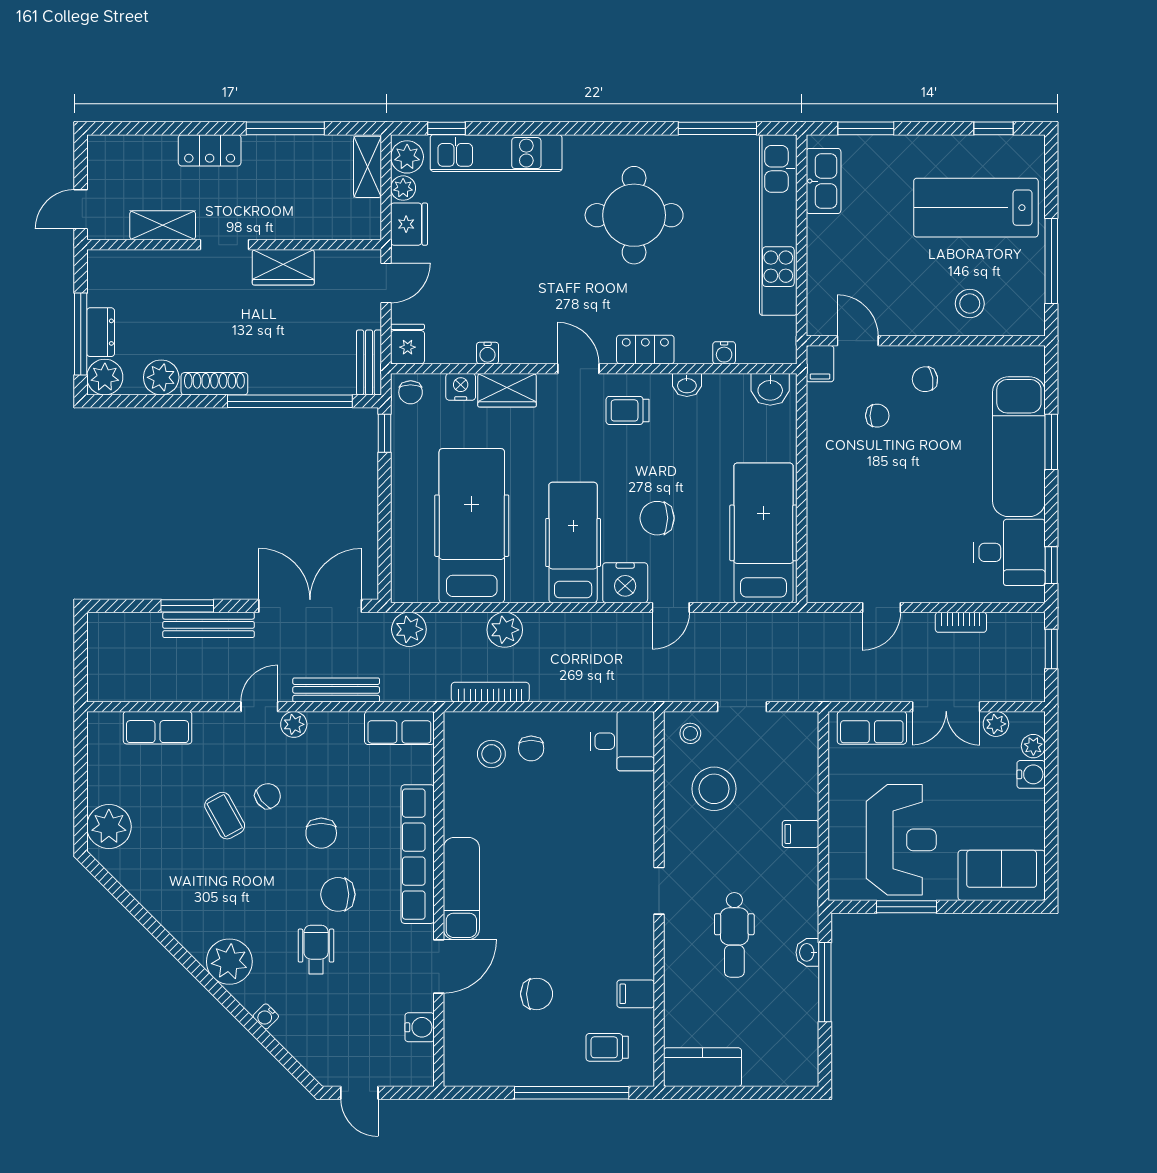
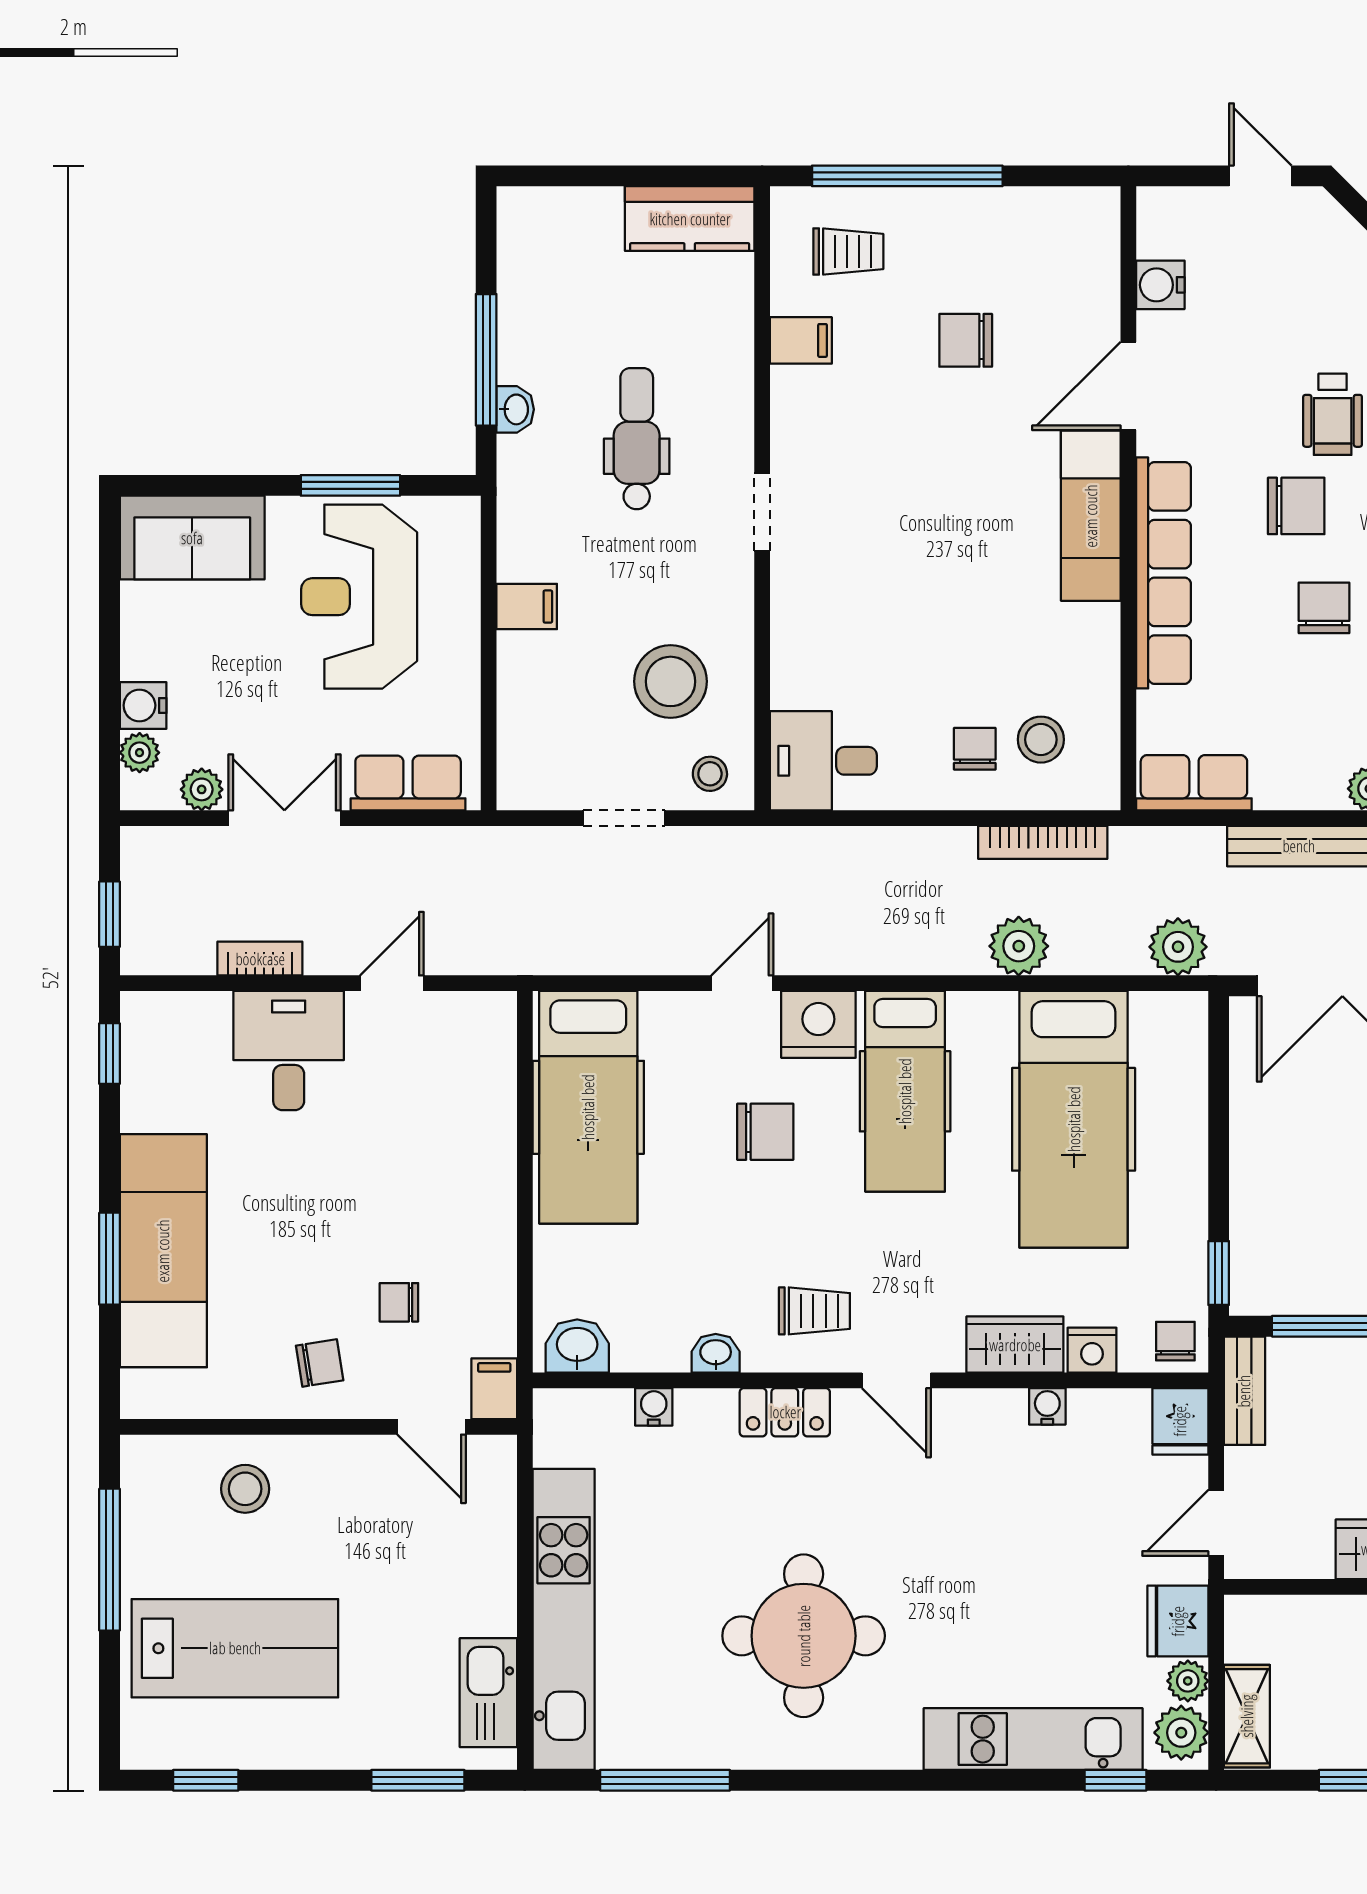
desk: (1009, 552) -> (289, 1051), moved, turned 90

